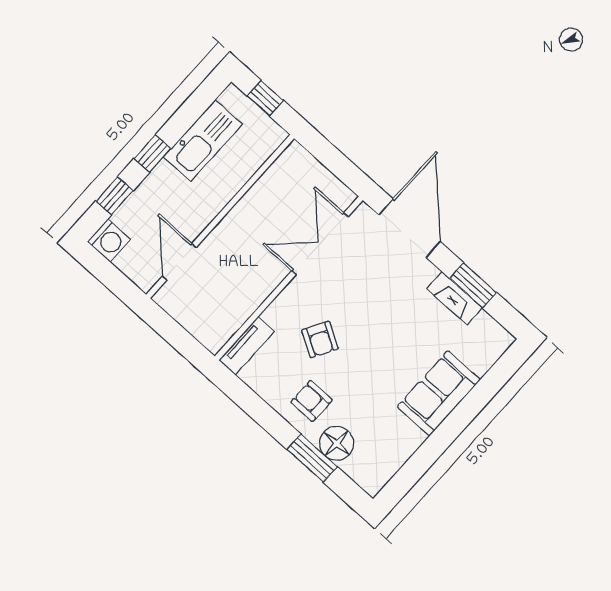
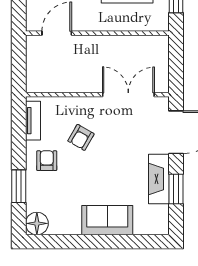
fireplace: (455, 298) -> (159, 179), width x1.37, depth x1.32
tv unit: (246, 346) -> (33, 121), moved, turned -90
floor lamp: (337, 443) -> (37, 223), moved

